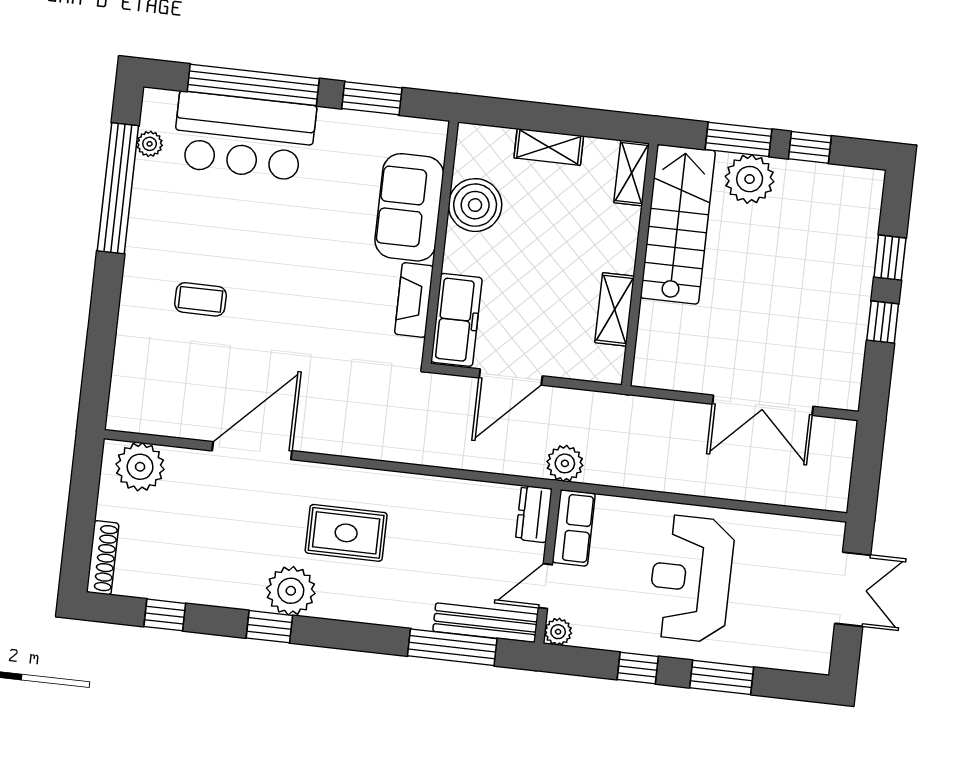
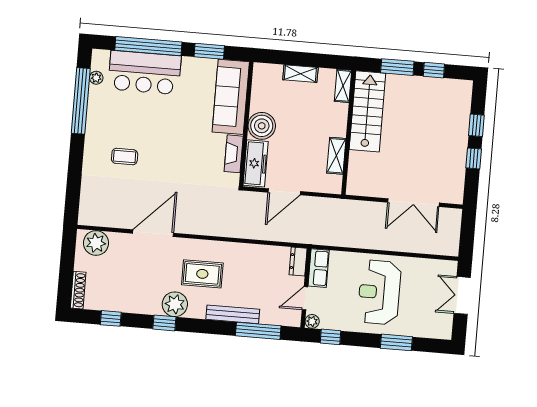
plant: (750, 179) -> (404, 87), removed
boiler: (475, 205) -> (262, 126), moved
sofa: (409, 207) -> (231, 97), width x1.36
plant: (565, 463) -> (313, 235), removed
double door: (853, 589) -> (462, 295), swing flipped
bench: (485, 623) -> (233, 314), moved
window: (638, 668) -> (331, 337), moved

